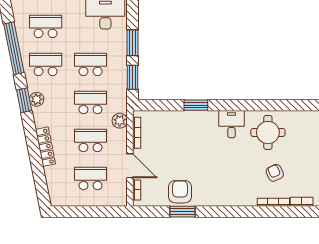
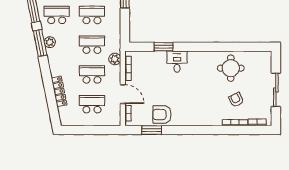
window: (133, 77) -> (125, 25), removed
window: (24, 100) -> (40, 43), width x1.44
window: (196, 105) -> (164, 47), moved
desk: (232, 124) -> (177, 62), moved
locker: (45, 147) -> (59, 91), moved
armchair: (180, 192) -> (162, 114), turned -90
window: (182, 212) -> (152, 130), moved

